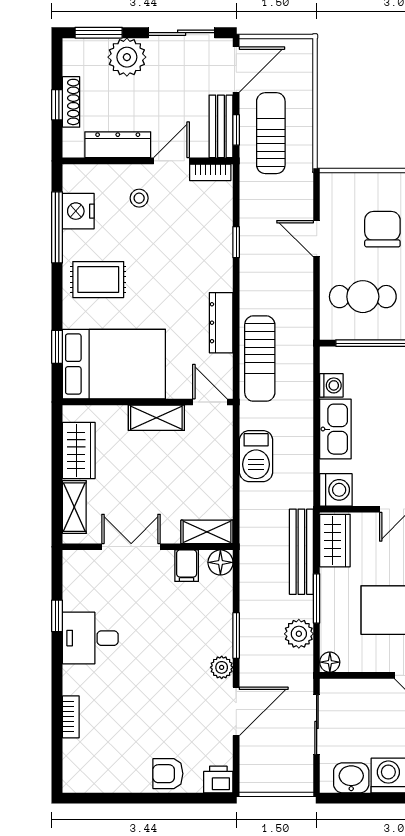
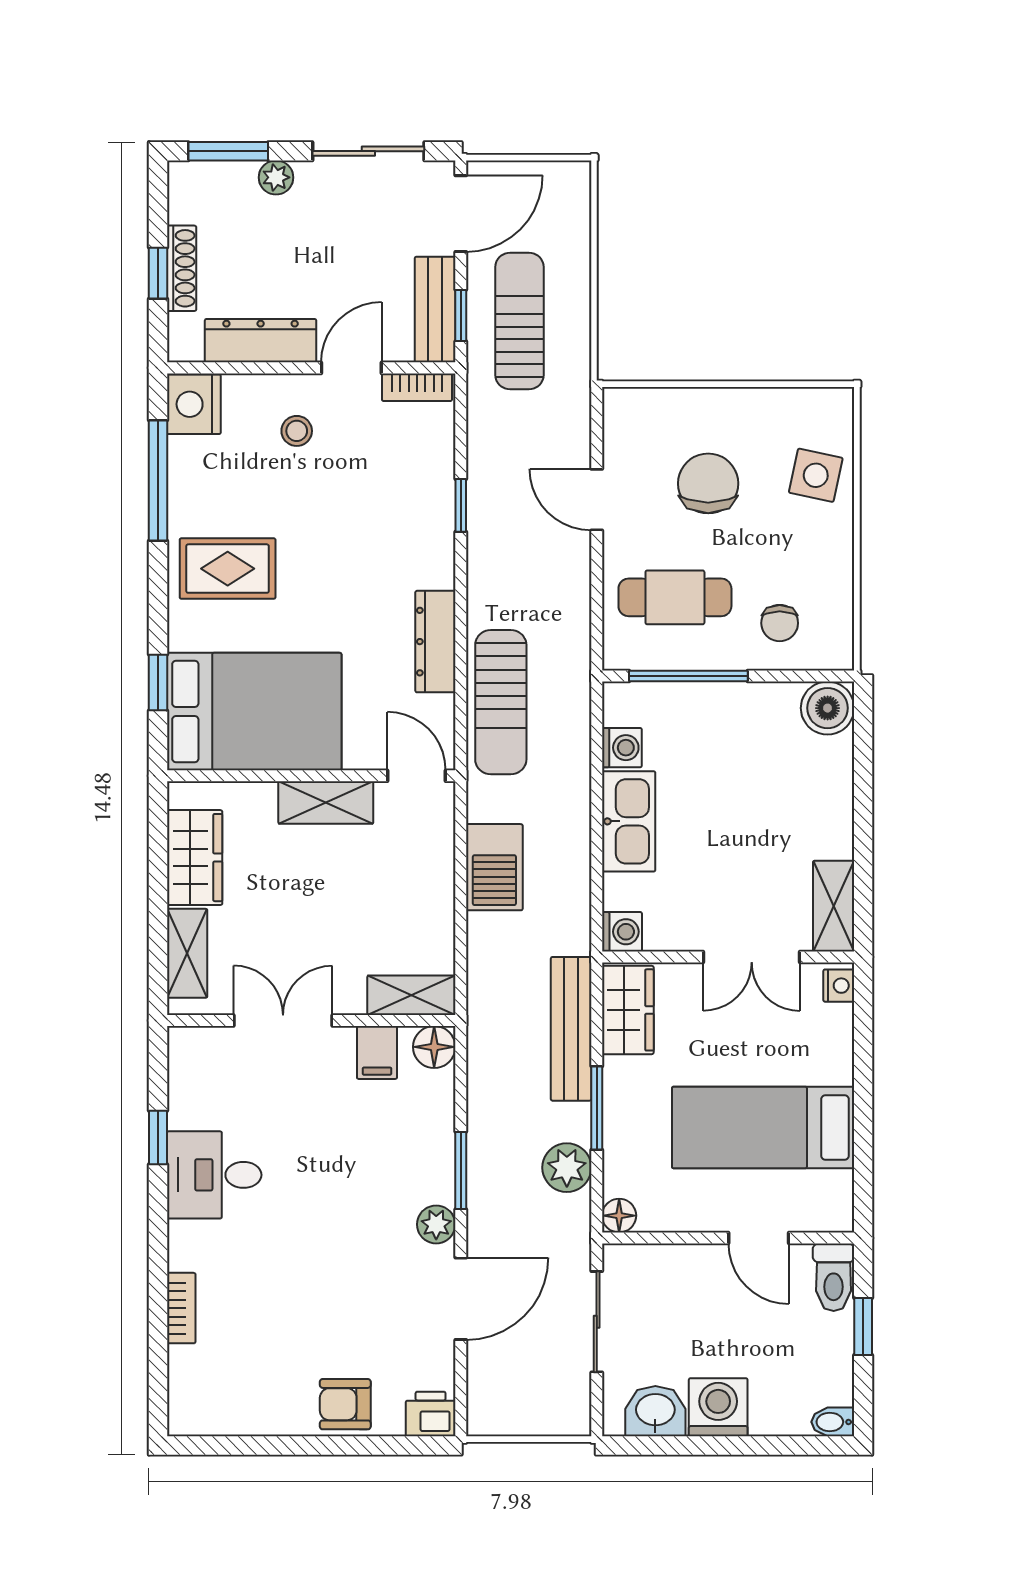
plant: (127, 57) -> (276, 177), width x0.53, depth x0.53
nightstand: (78, 211) -> (194, 404), moved
washing machine: (336, 490) -> (622, 932), width x0.73, depth x0.73

